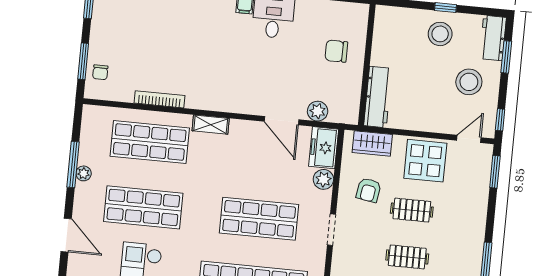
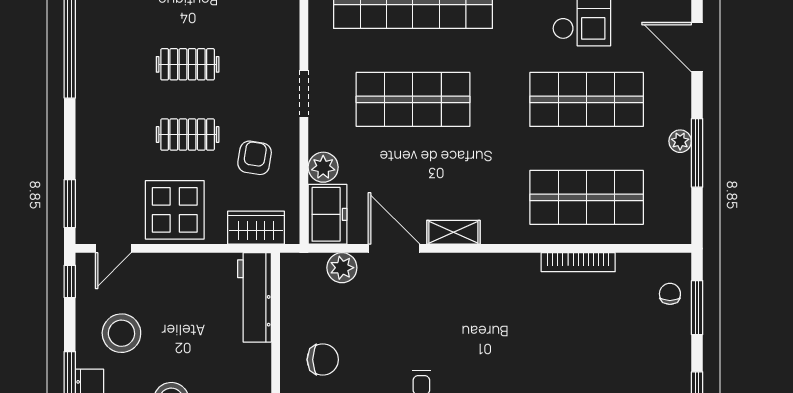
shelving: (211, 125) -> (453, 232), moved

